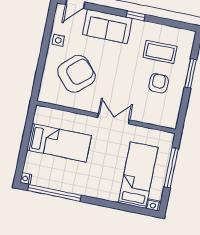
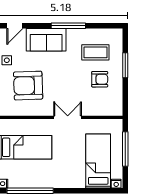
window: (136, 16) -> (68, 26), width x2.17
armchair: (76, 74) -> (28, 86), turned -140
armchair: (159, 83) -> (100, 79), turned 90

